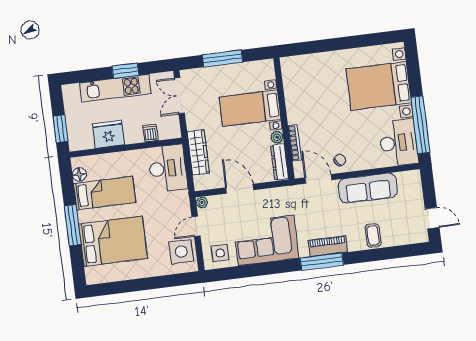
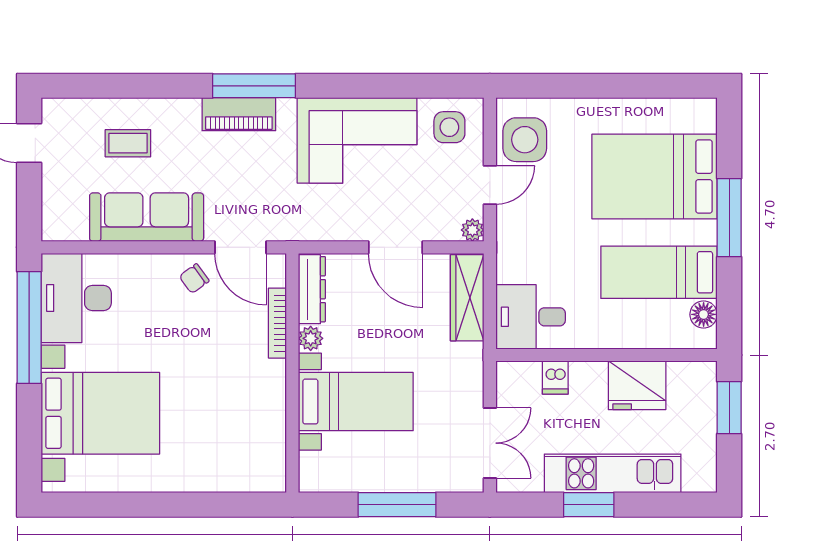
wardrobe: (198, 152) -> (467, 298), moved
desk: (168, 168) -> (531, 317), width x0.73
coffee table: (373, 235) -> (128, 143), moved, turned 90

